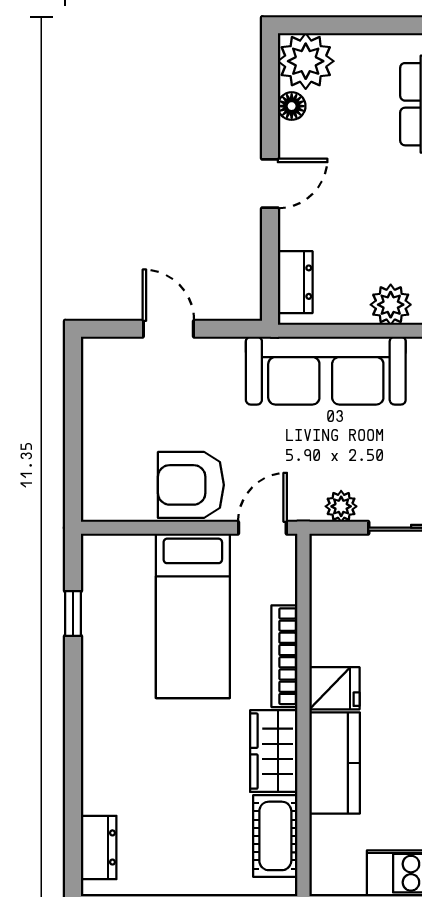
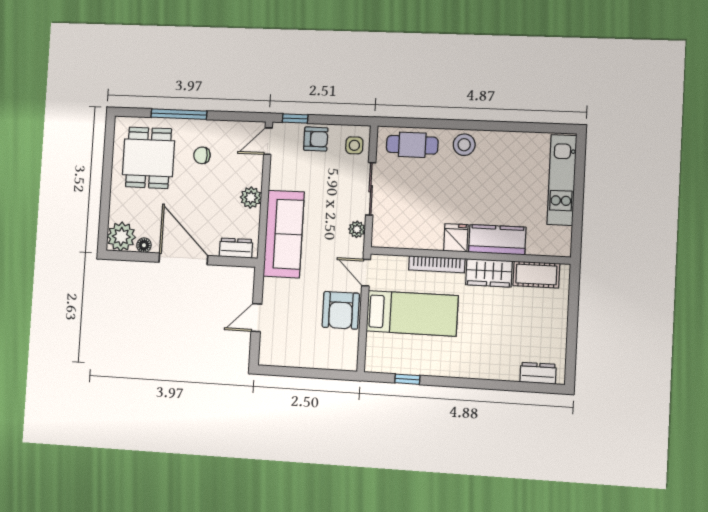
door: (270, 183) -> (183, 259), width x1.87

